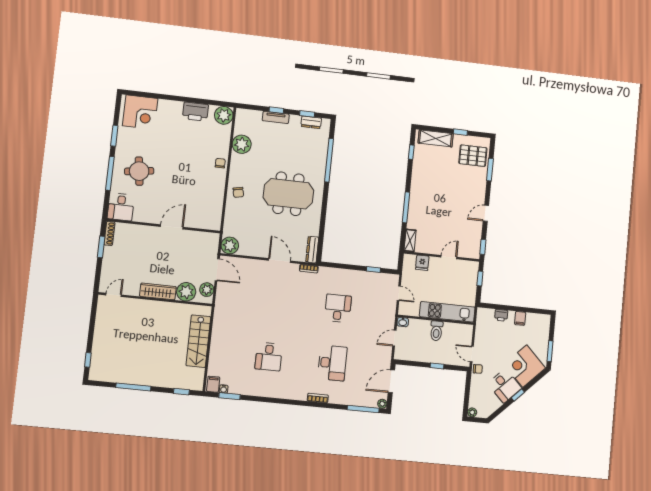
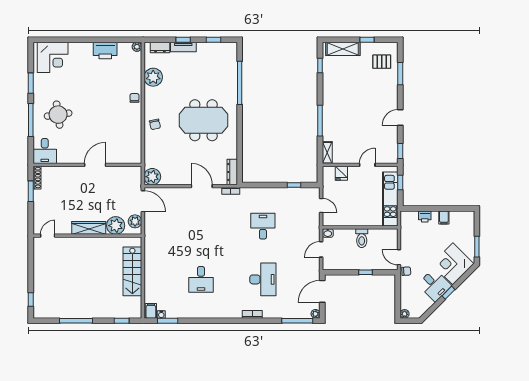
plant: (224, 115) -> (137, 47), width x0.53, depth x0.53
dresser: (311, 122) -> (160, 48), moved
pallet: (473, 156) -> (382, 62), width x0.67, depth x0.71
kitchen unit: (447, 312) -> (390, 199), moved, turned -90

